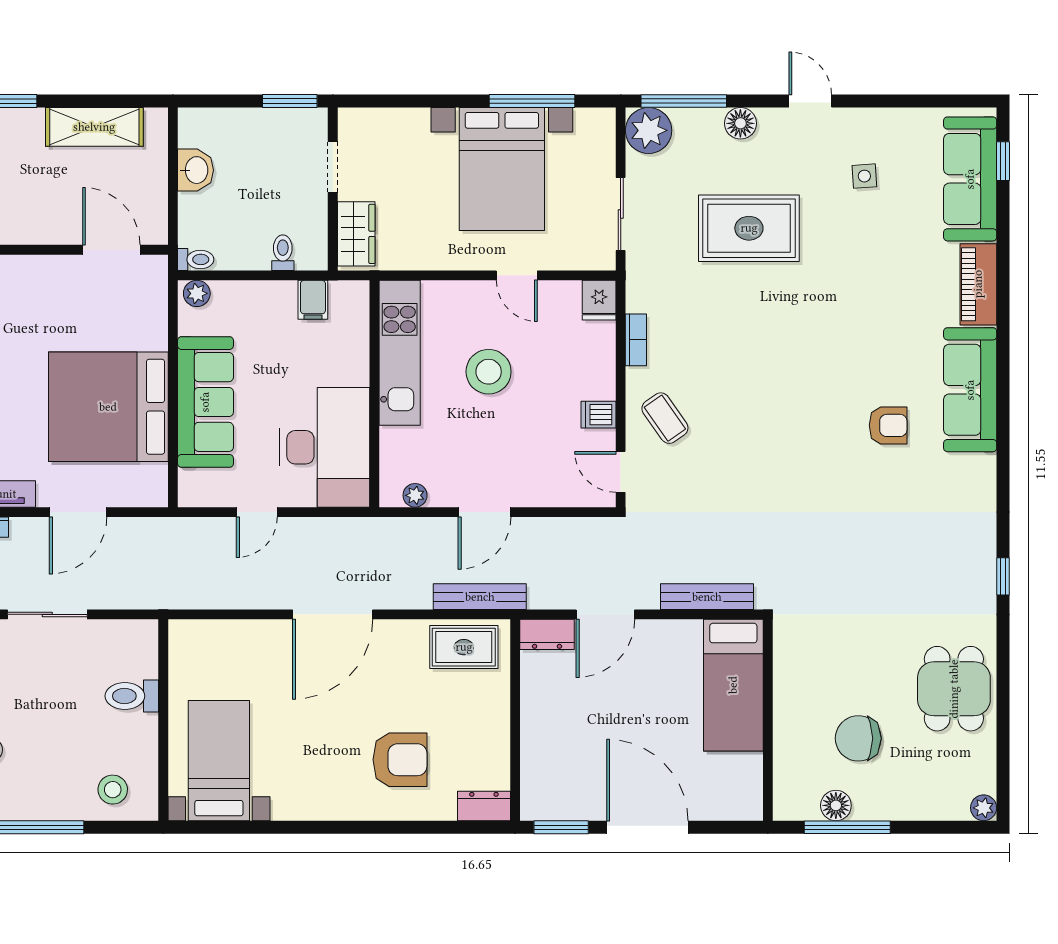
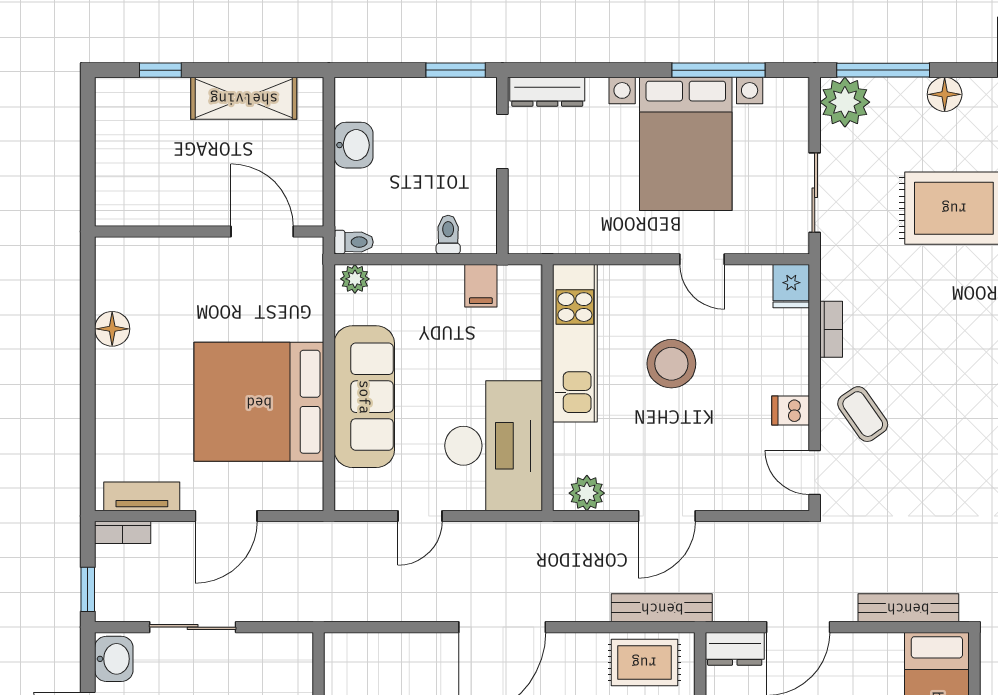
dresser: (374, 121) -> (547, 92), added
wardrobe: (356, 234) -> (528, 214), removed
plant: (415, 495) -> (587, 493), width x1.38, depth x1.38

